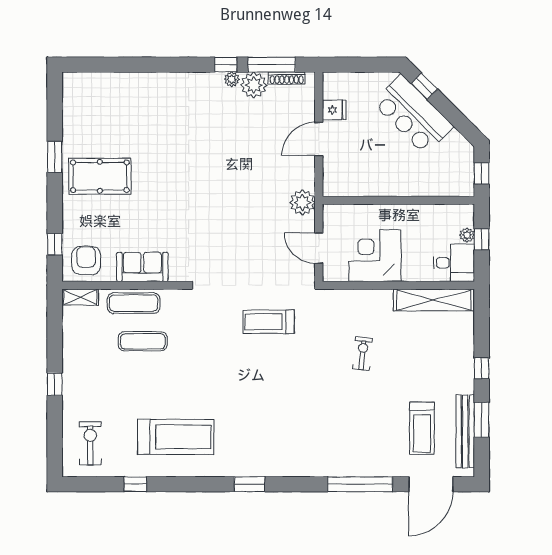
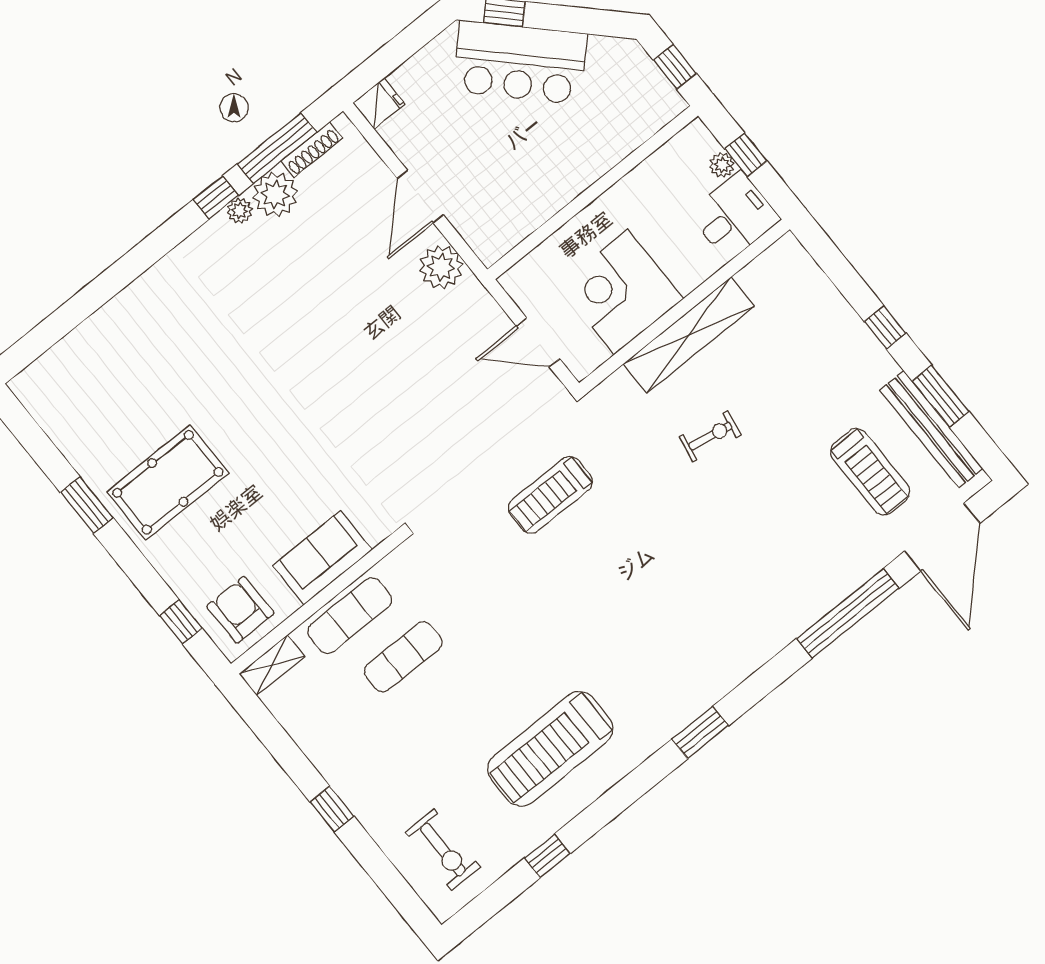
fridge: (334, 110) -> (379, 103), moved
plant: (302, 202) -> (441, 267), moved
shelving: (434, 300) -> (689, 335), moved
exercise bike: (363, 354) -> (710, 436), turned 94
treadmill: (176, 437) -> (550, 749), turned 180
exercise bike: (90, 443) -> (443, 850), turned 180

